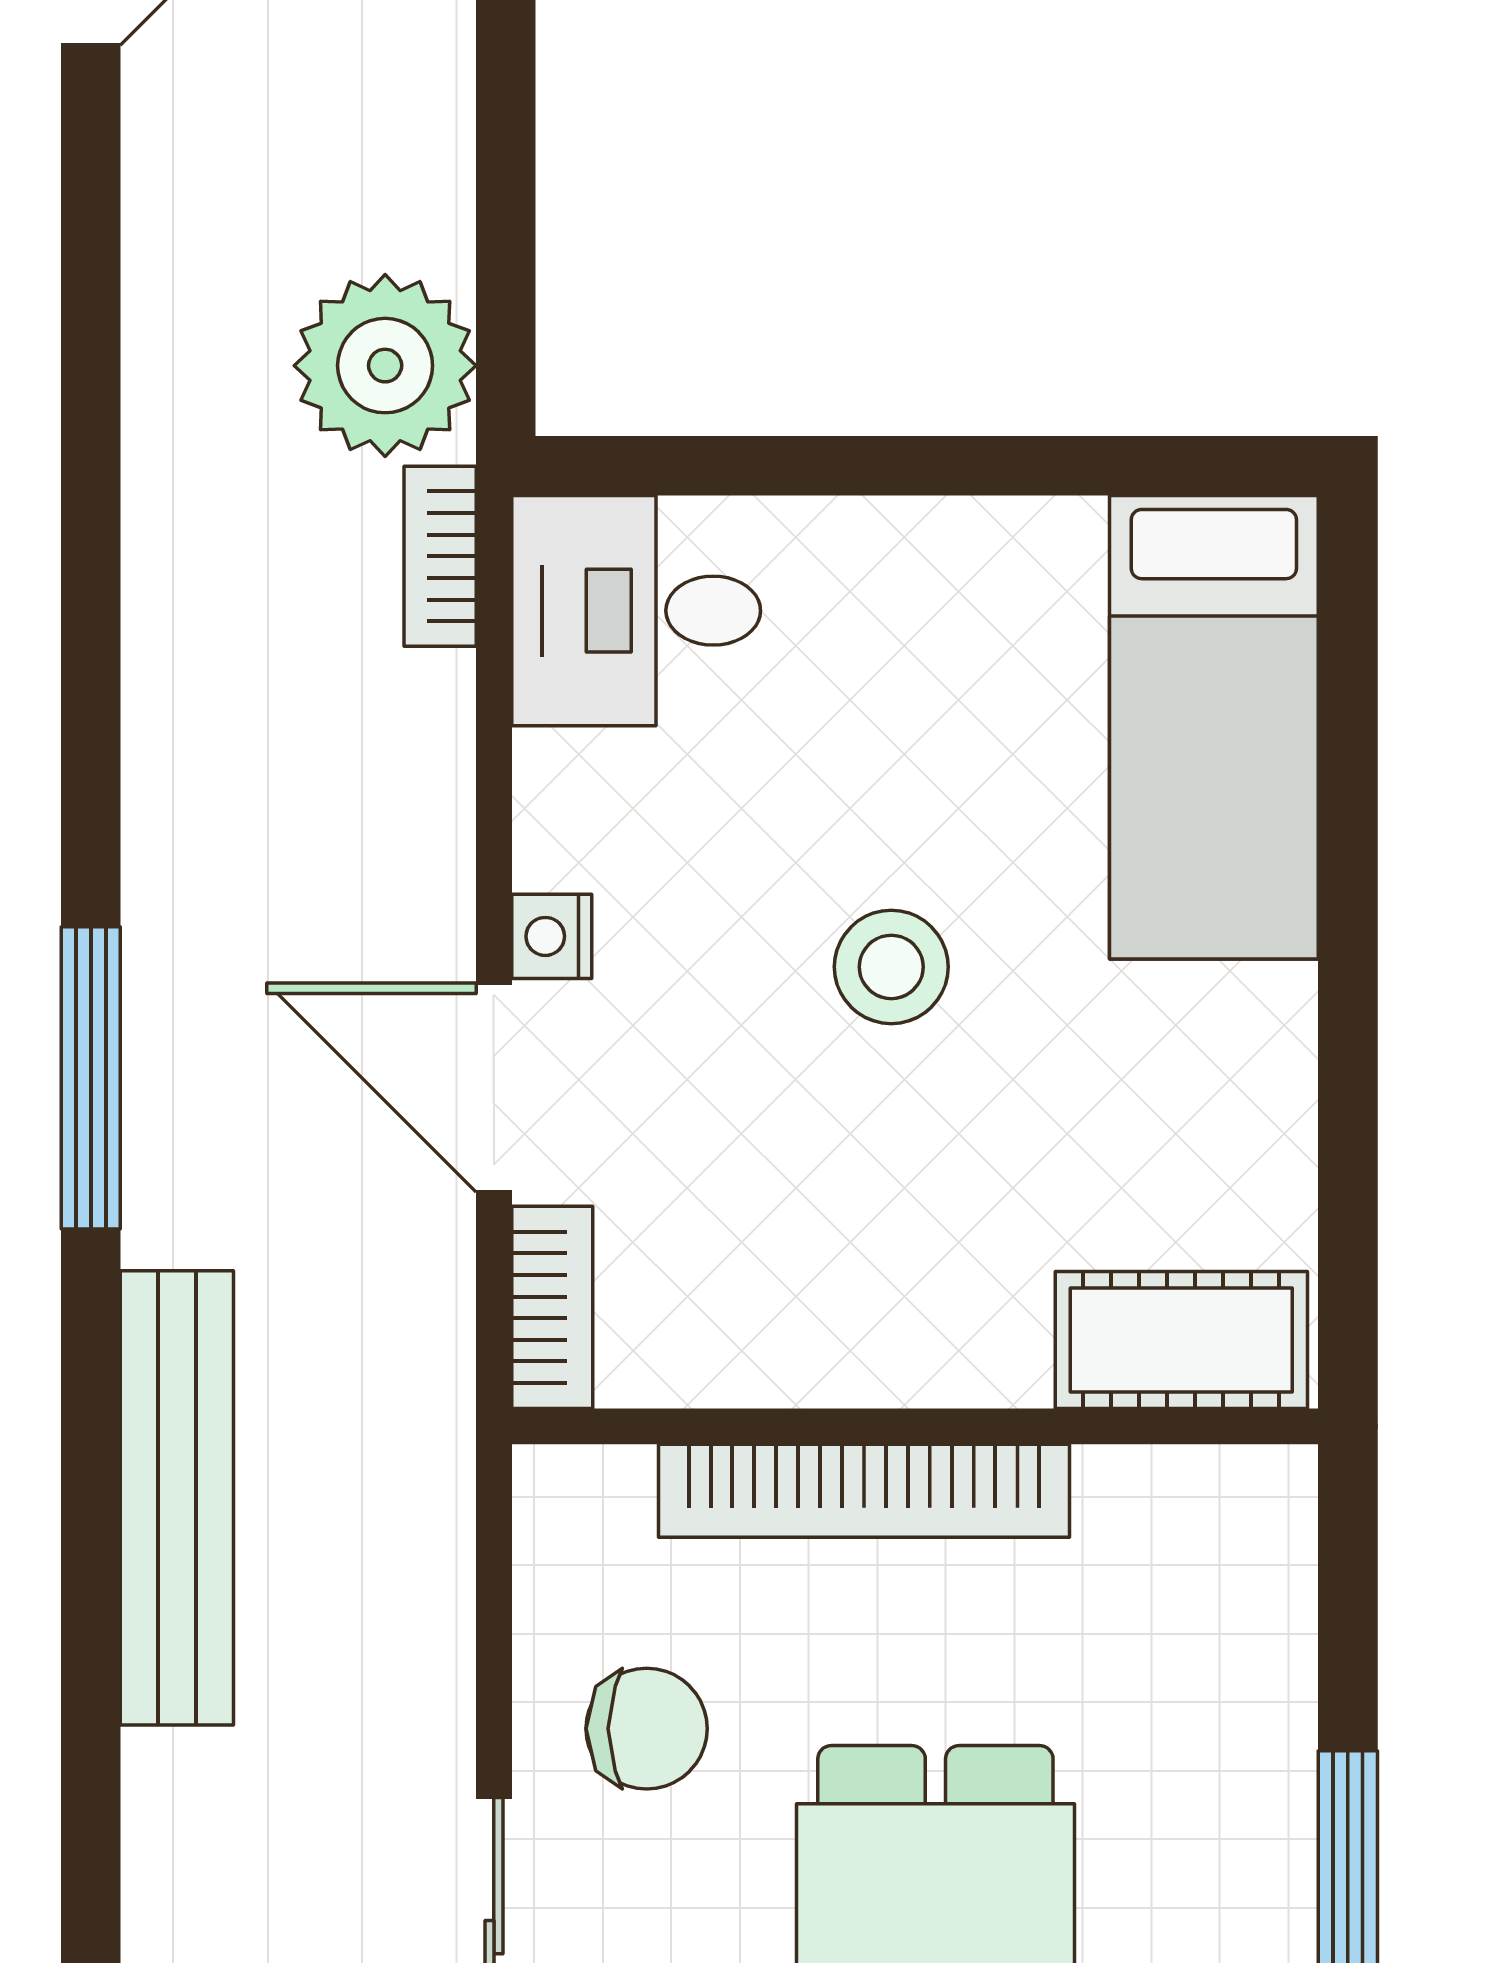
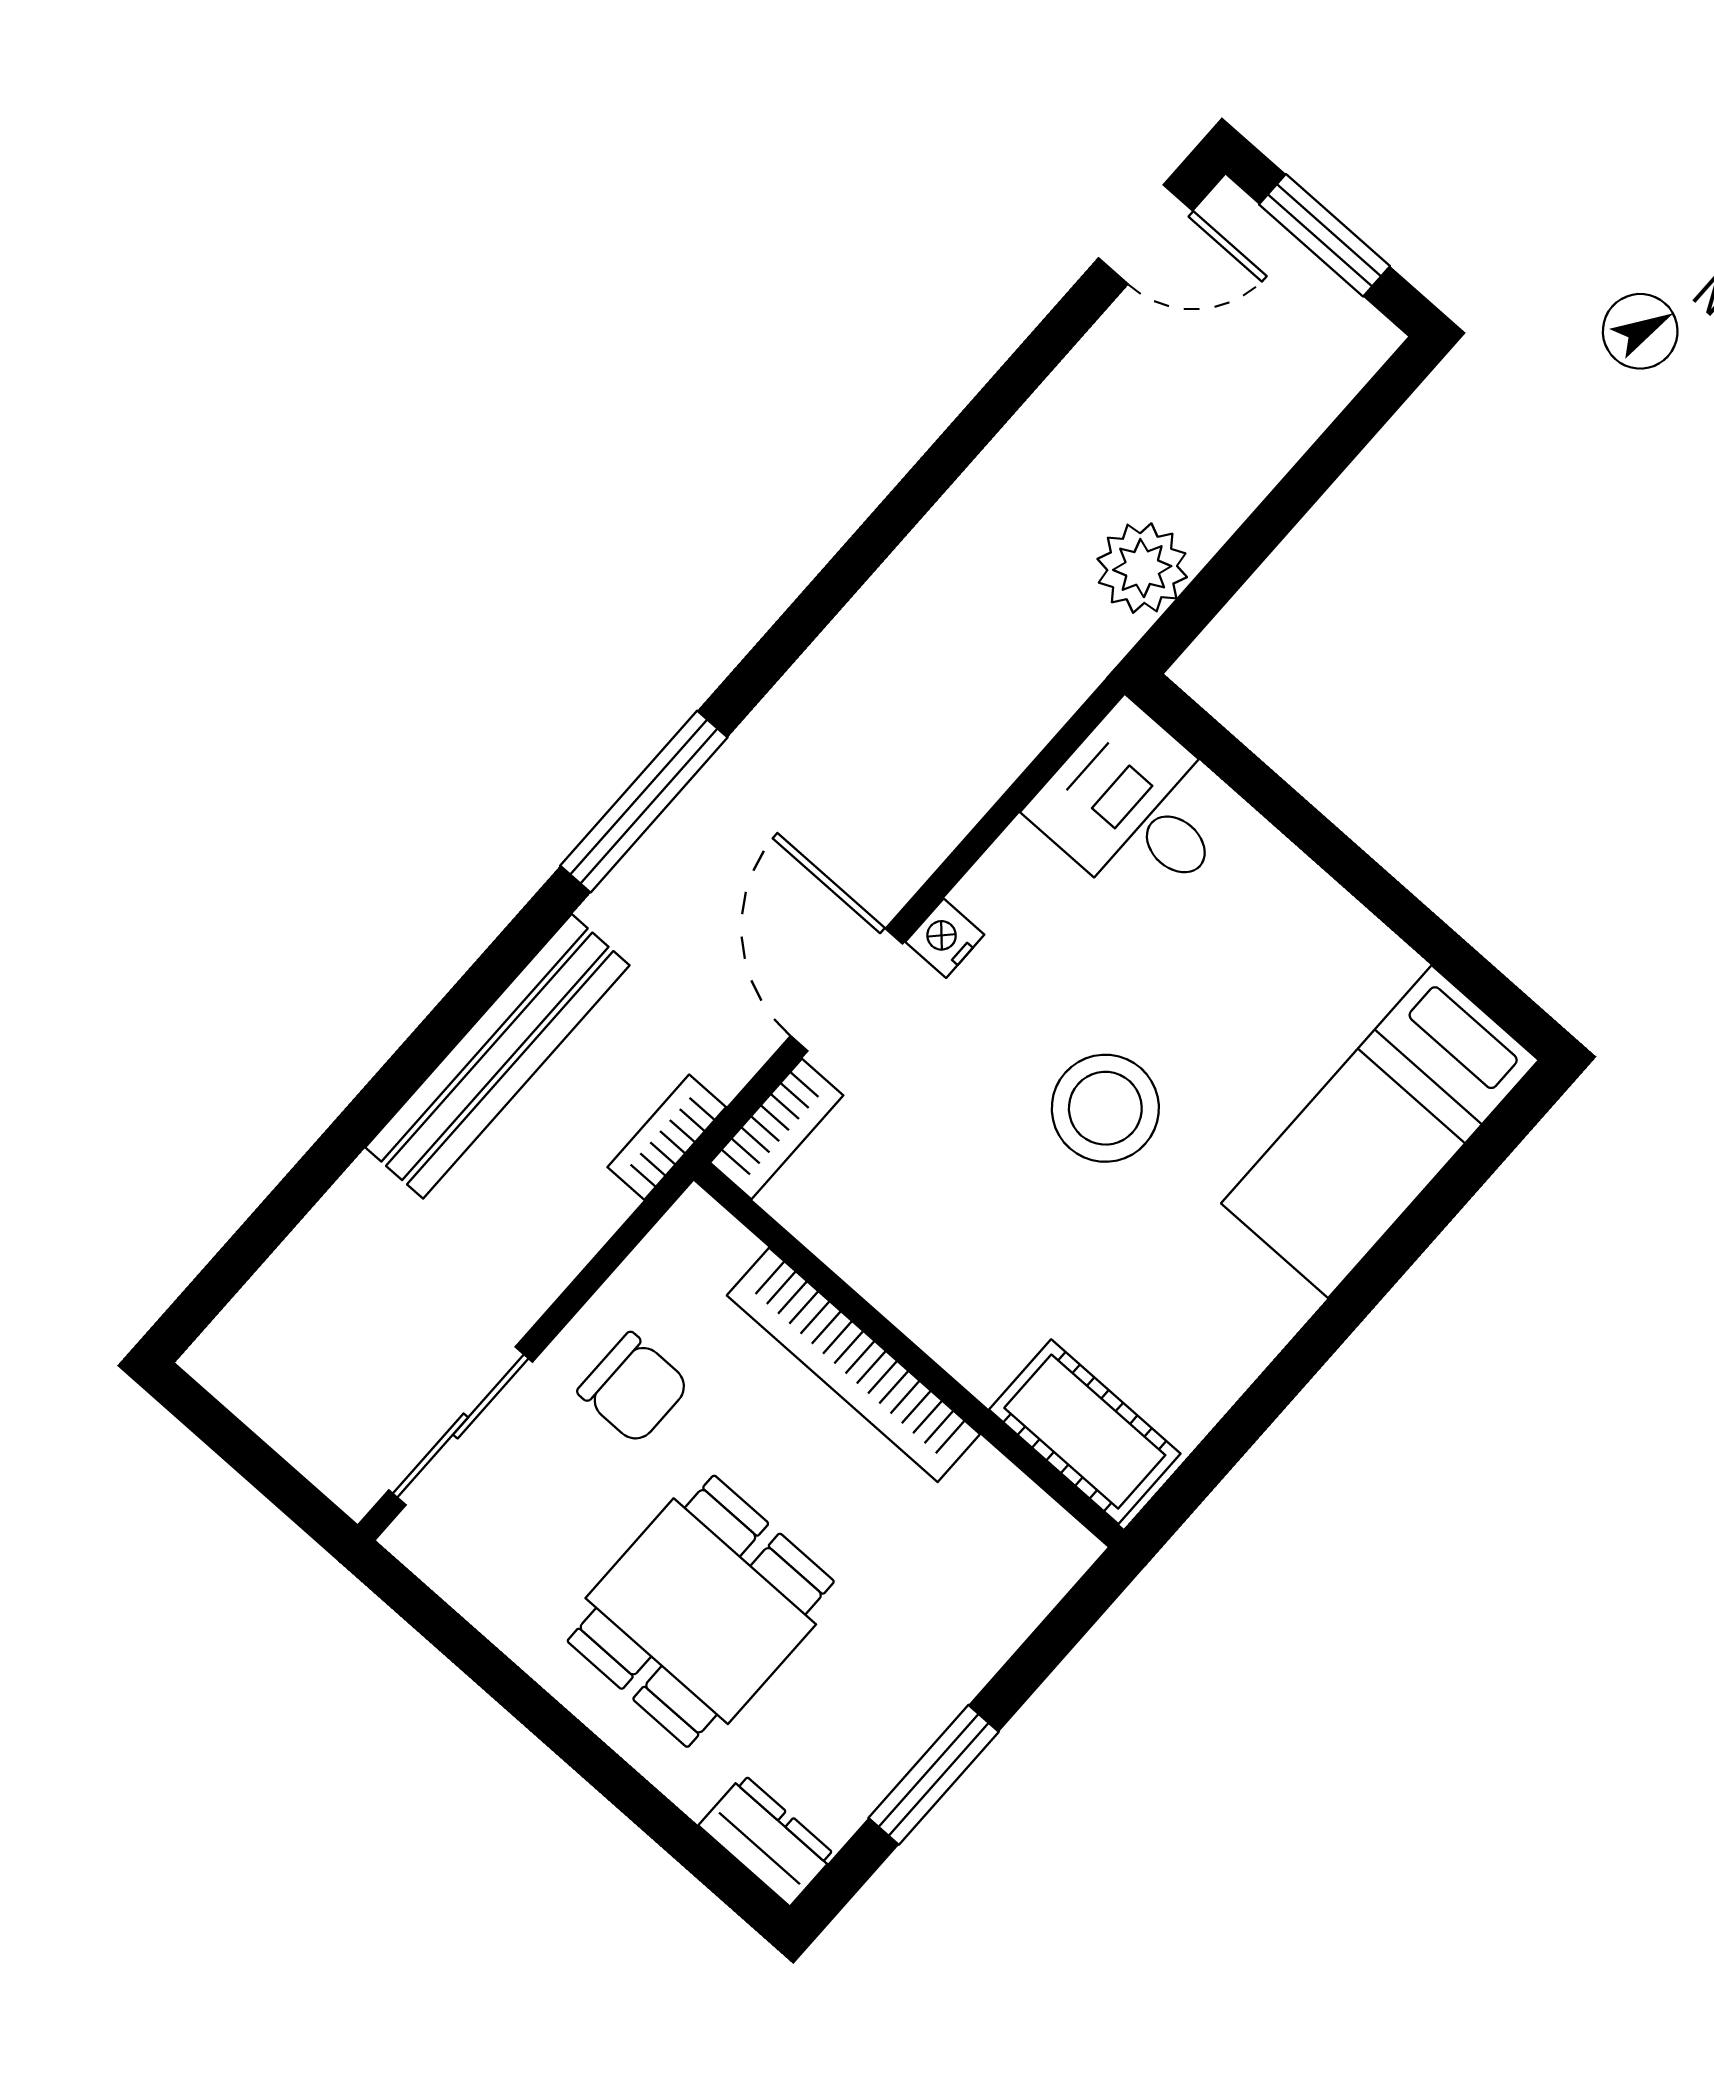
plant: (385, 366) -> (1142, 568), width x0.73, depth x0.73
bookcase: (440, 556) -> (667, 1137), moved
stool: (891, 967) -> (1105, 1108), width x1.38, depth x1.38

